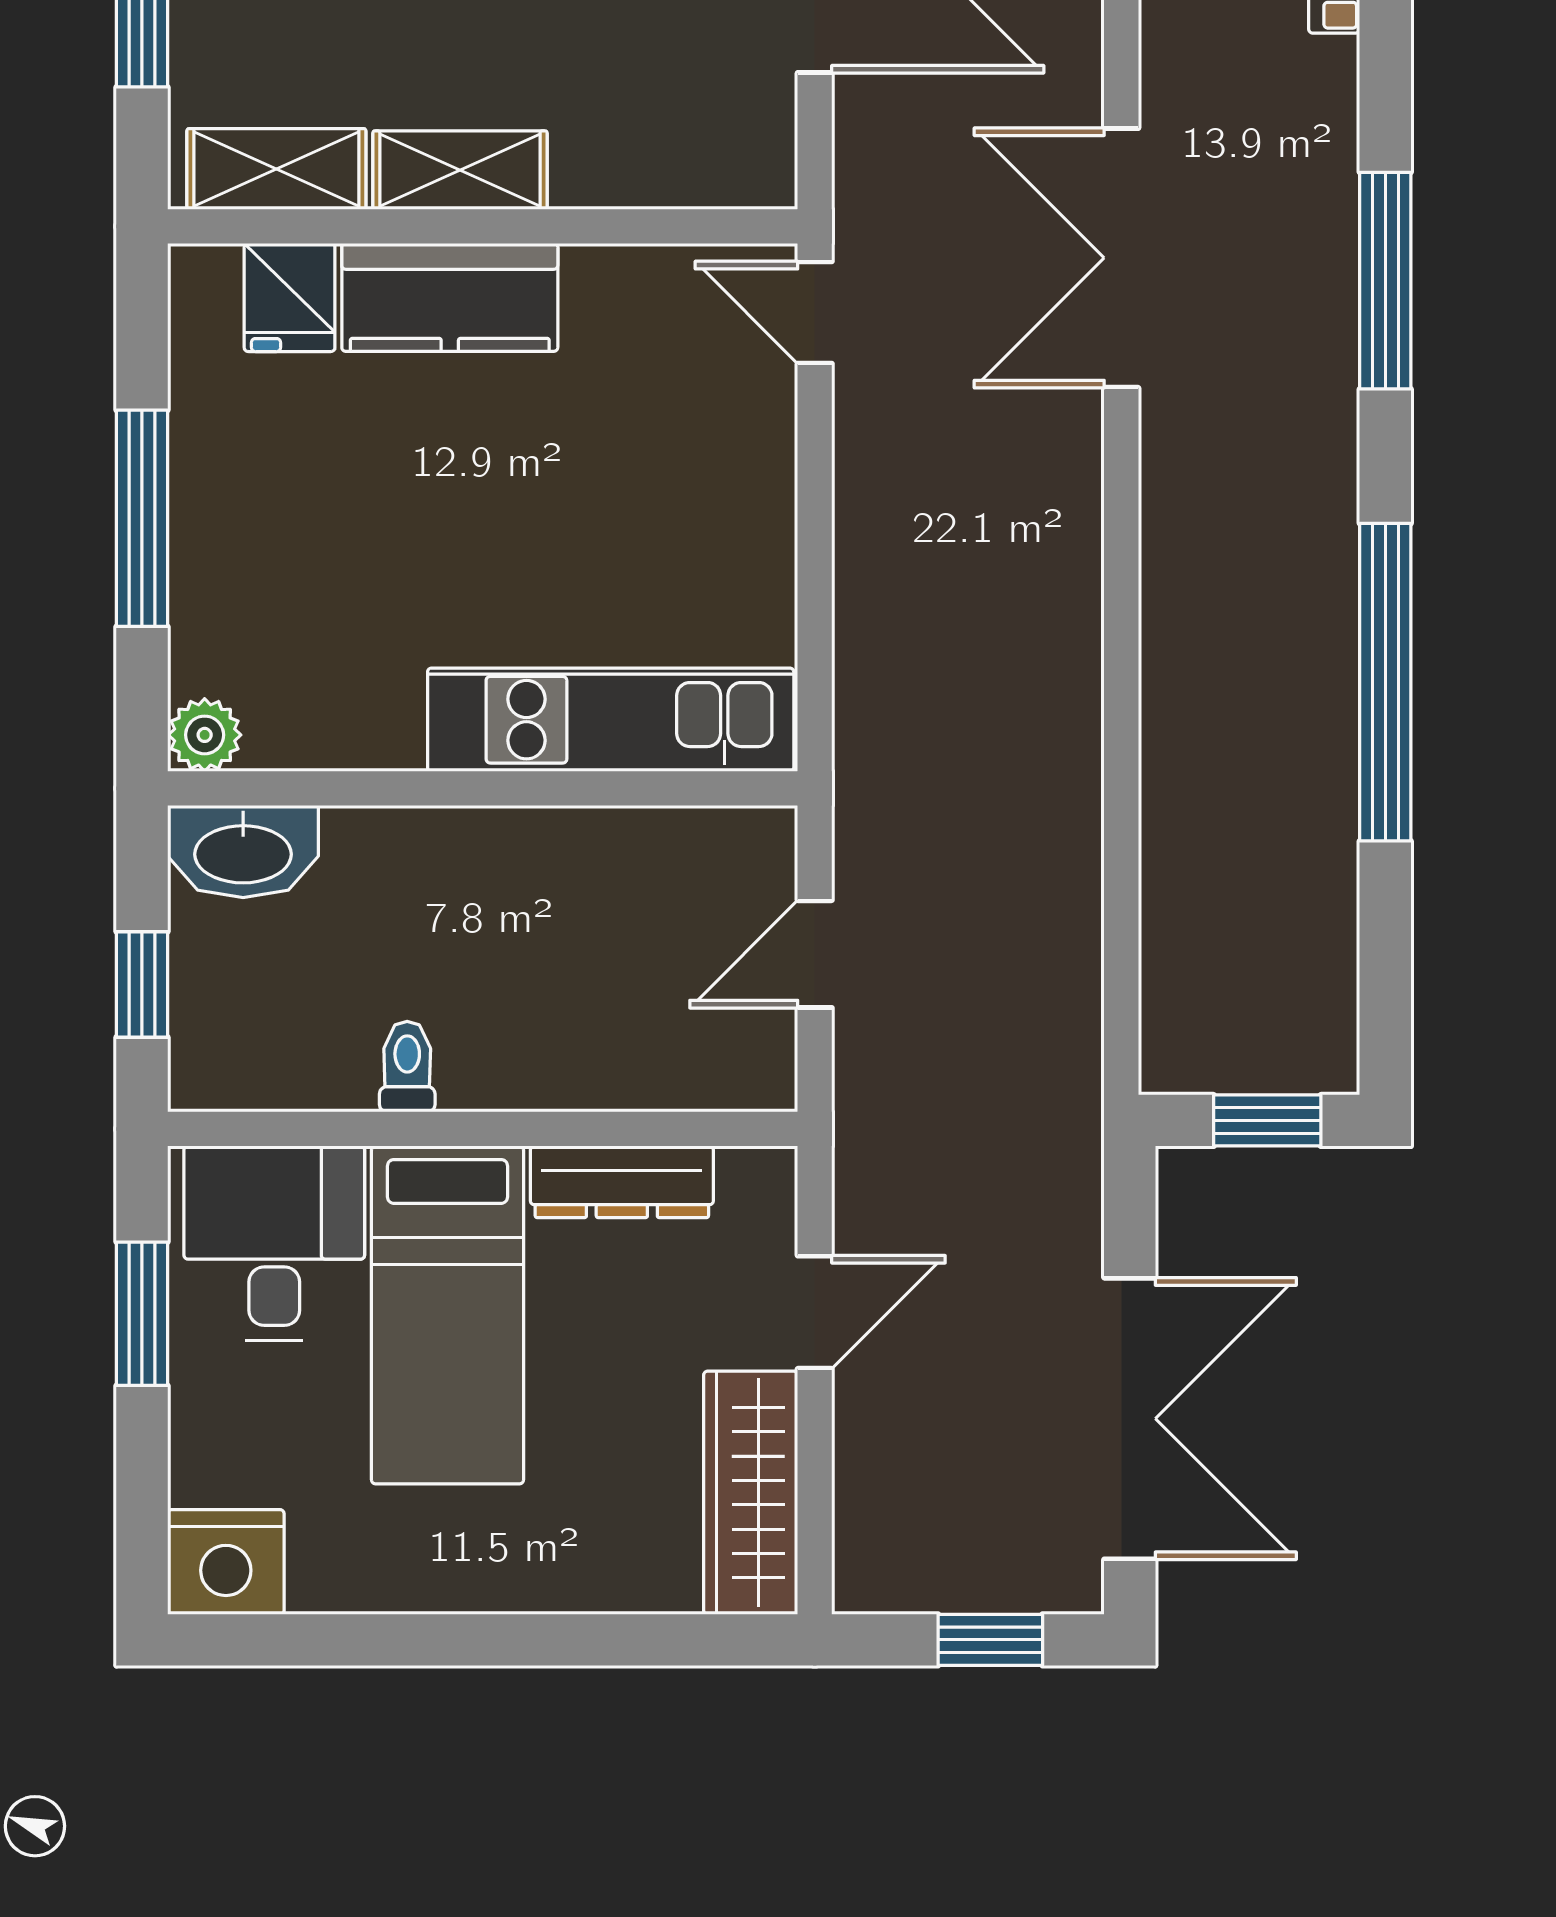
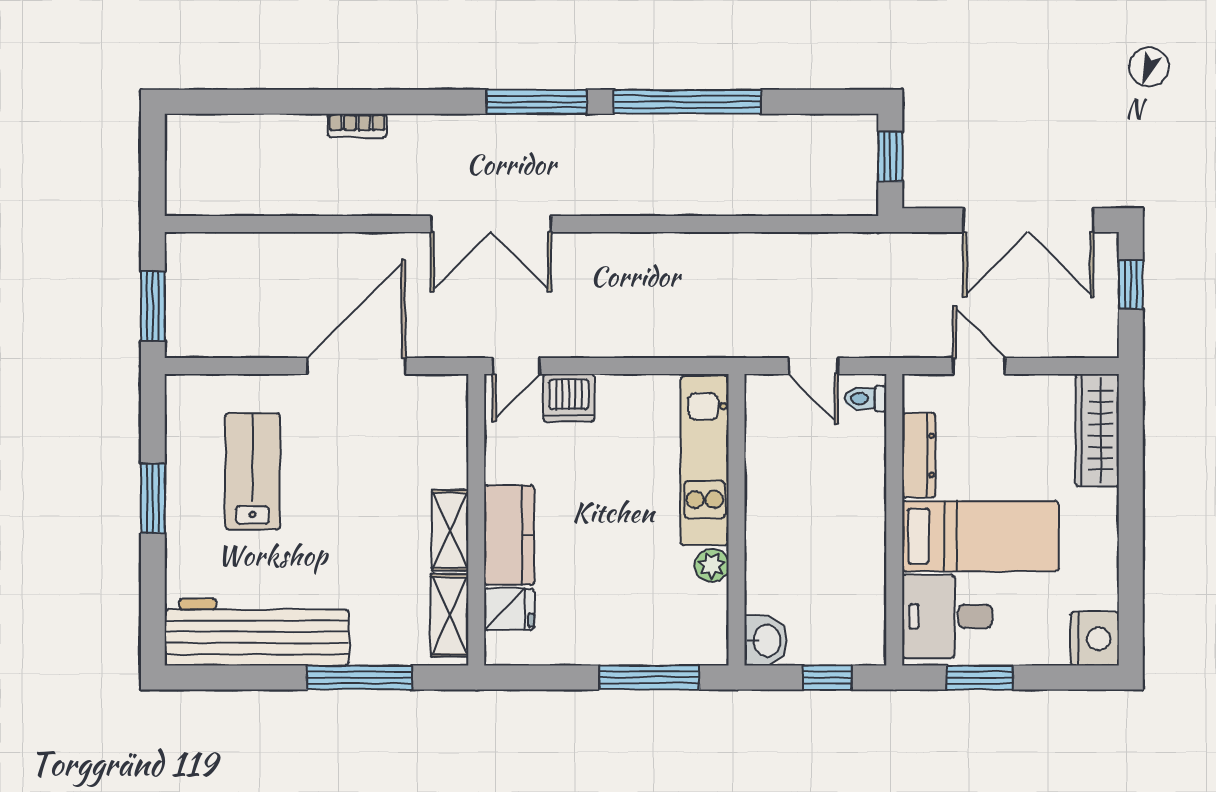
window: (1385, 281) -> (537, 102), moved
dishwasher: (746, 426) -> (569, 398), added
window: (142, 518) -> (649, 678), moved
plant: (205, 735) -> (712, 565), moved
washbasin: (243, 851) -> (766, 640), width x0.72
toilet: (407, 1067) -> (865, 399), moved
double door: (1130, 1419) -> (1028, 220), swing flipped
wardrobe: (751, 1493) -> (1097, 430), moved, turned 90

